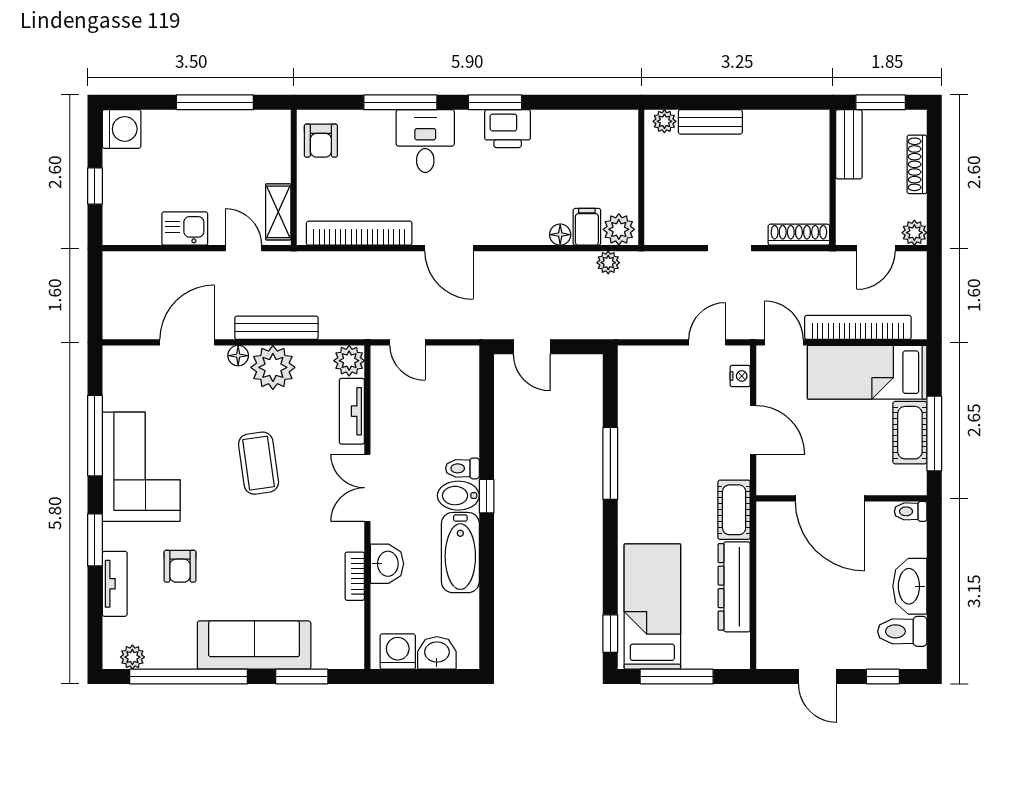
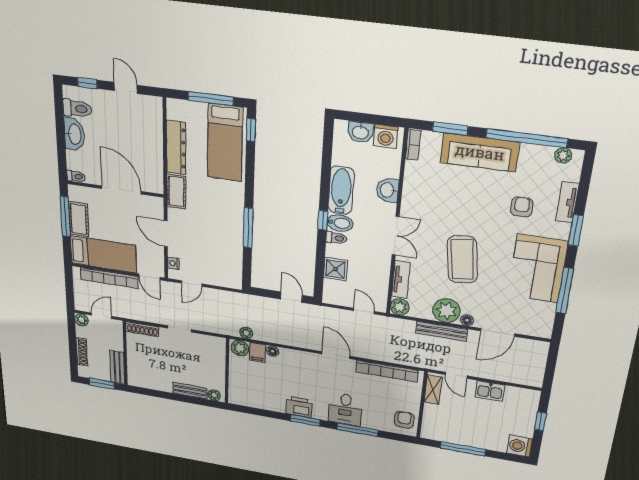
shower: (460, 412) -> (335, 269), added
coffee table: (259, 463) -> (462, 260), width x1.36, depth x1.32
bookcase: (355, 576) -> (413, 145), moved

